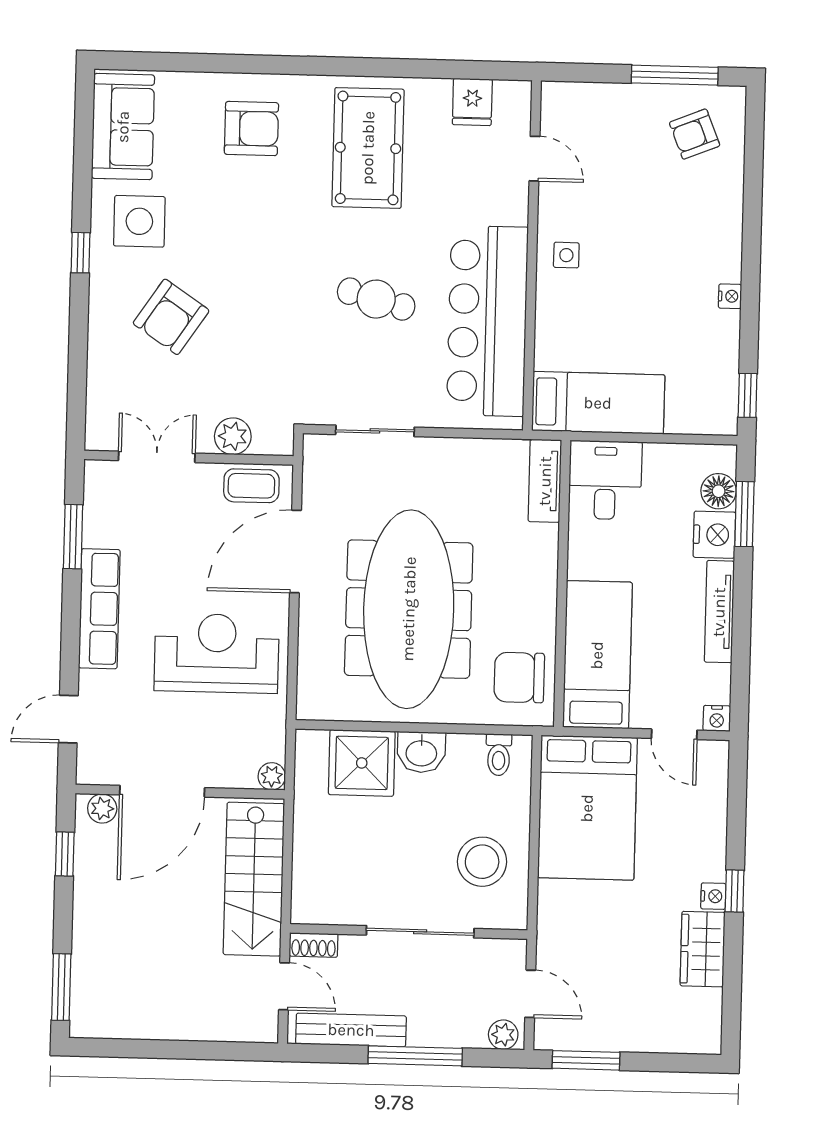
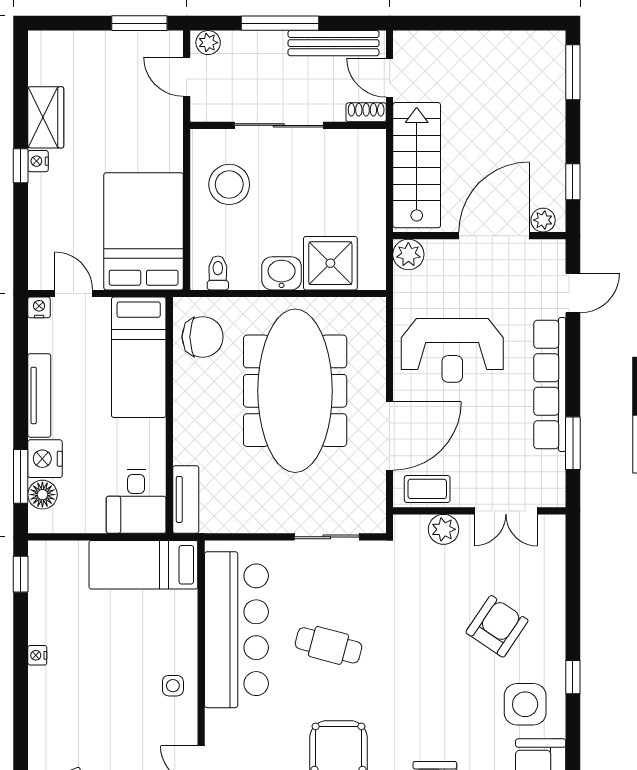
row of seats: (99, 609) -> (550, 385), width x1.36
plant: (272, 776) -> (408, 254), width x1.38, depth x1.38

